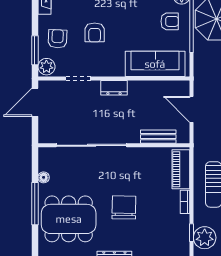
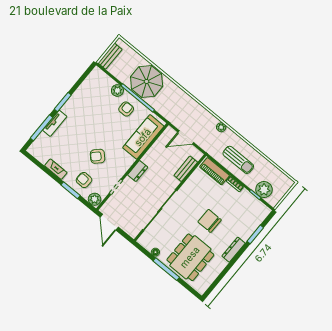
armchair: (95, 32) -> (98, 156), turned 135
window: (35, 50) -> (71, 190), moved

